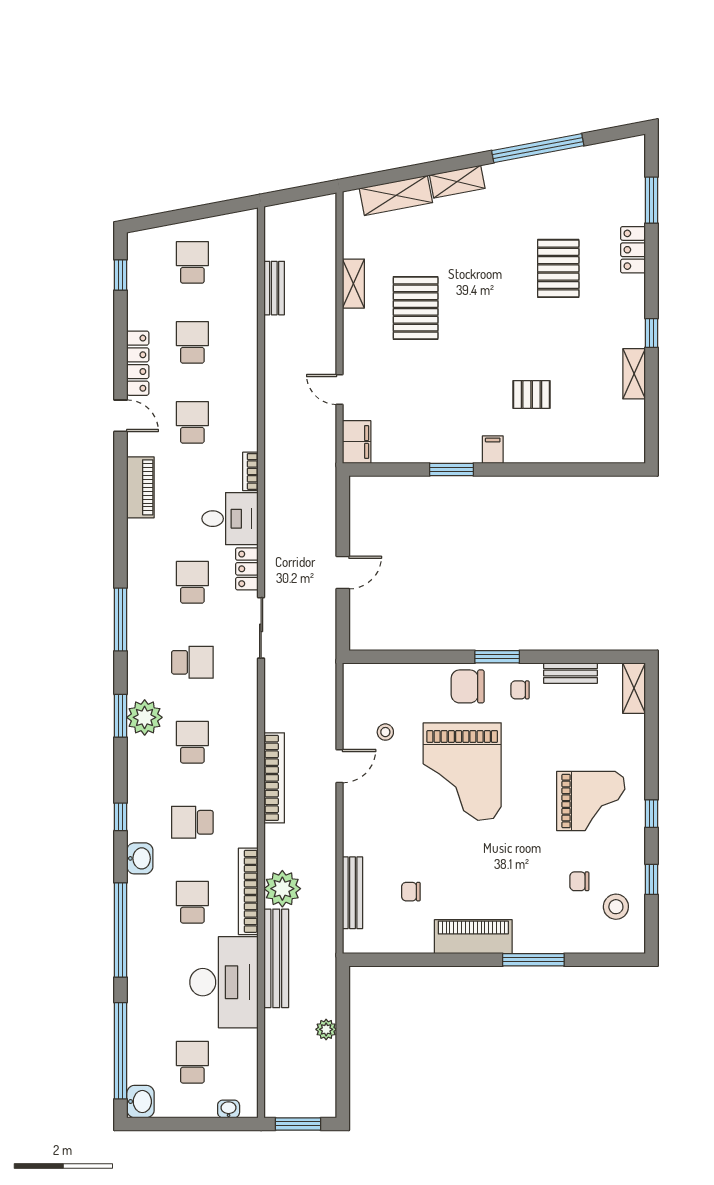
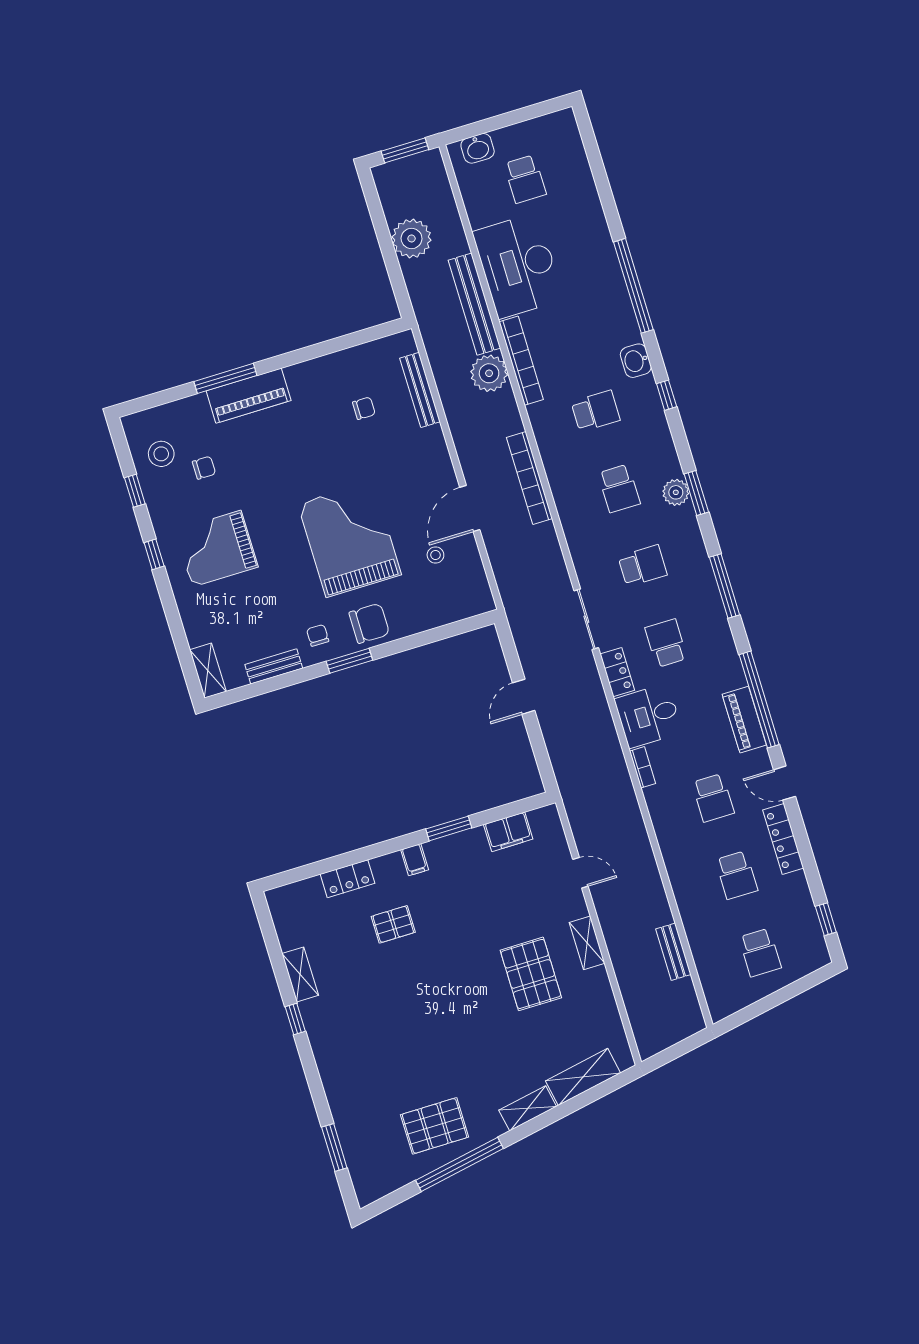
locker: (633, 250) -> (348, 879), moved, turned 90
pallet: (558, 268) -> (435, 1126), moved, turned 90
shelving: (353, 284) -> (587, 943), moved
filing cabinet: (357, 442) -> (508, 832), moved, turned -90
school desk: (192, 582) -> (666, 643), turned 180
school desk: (192, 662) -> (643, 566), turned 180
chair: (520, 690) -> (318, 635), turned -90
plant: (145, 717) -> (676, 492), width x0.73, depth x0.73
door: (339, 766) -> (470, 509), width x1.38
school desk: (192, 902) -> (572, 334), removed
piano: (473, 937) -> (249, 396), moved
plant: (326, 1029) -> (412, 238), width x1.88, depth x1.88
window: (121, 1051) -> (759, 700), moved
washbasin: (140, 1102) -> (564, 126), removed
washbasin: (229, 1109) -> (478, 148), width x1.38, depth x1.45

